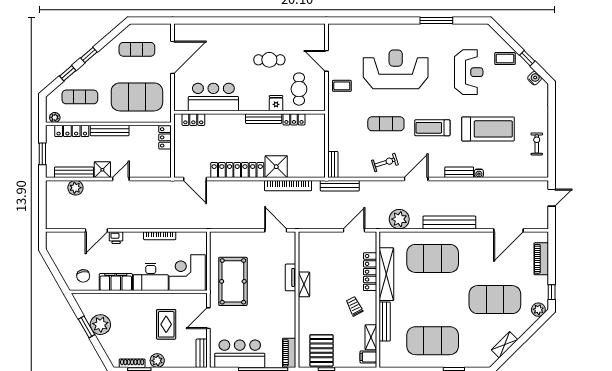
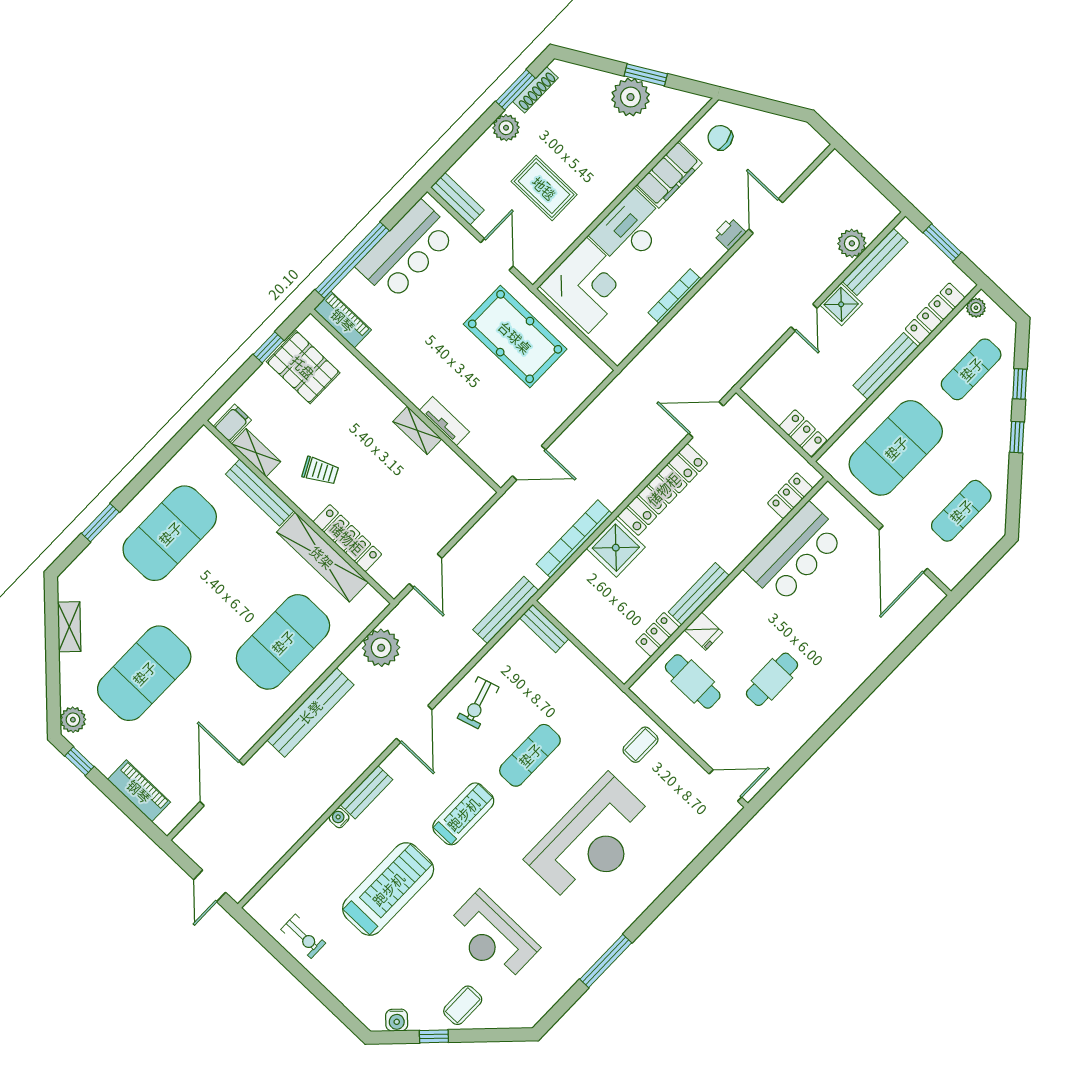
door: (326, 61) -> (725, 786), moved
treadmill: (488, 129) -> (388, 889), turned 180

